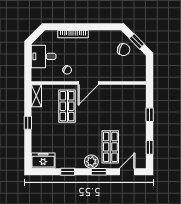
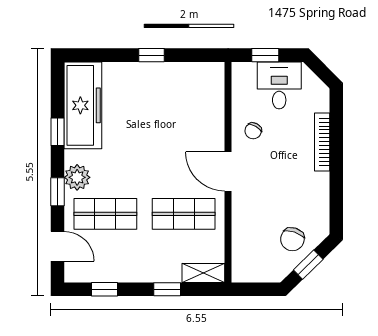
window: (28, 64) -> (265, 55), added
shelving: (36, 96) -> (203, 273), moved
shop shelf: (67, 106) -> (184, 214), moved
freezer: (43, 161) -> (83, 105), width x1.91, depth x1.26

